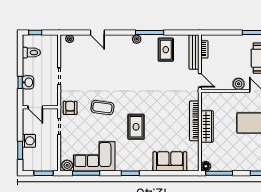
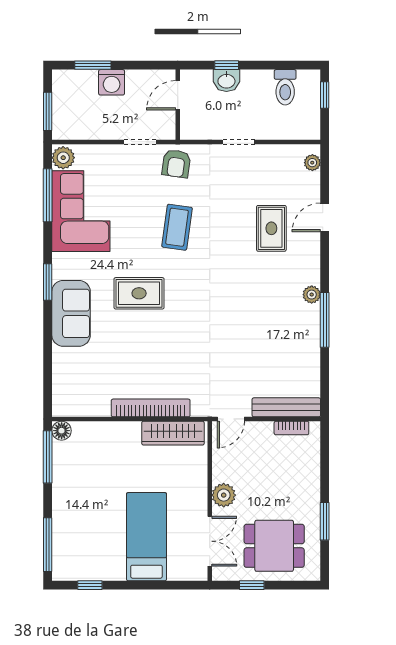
rug: (166, 50) -> (271, 228), moved, turned 90
armchair: (70, 108) -> (176, 164), turned 98
wardrobe: (207, 126) -> (173, 433), moved
sofa: (170, 161) -> (71, 313), moved

